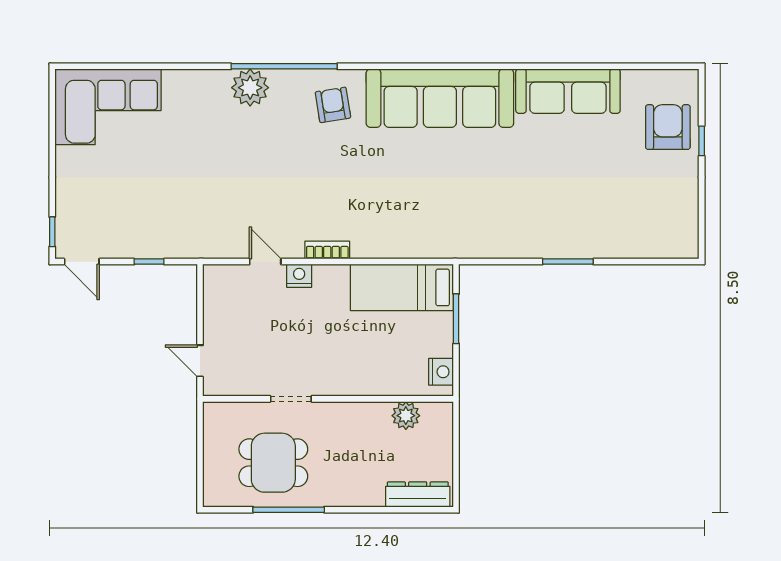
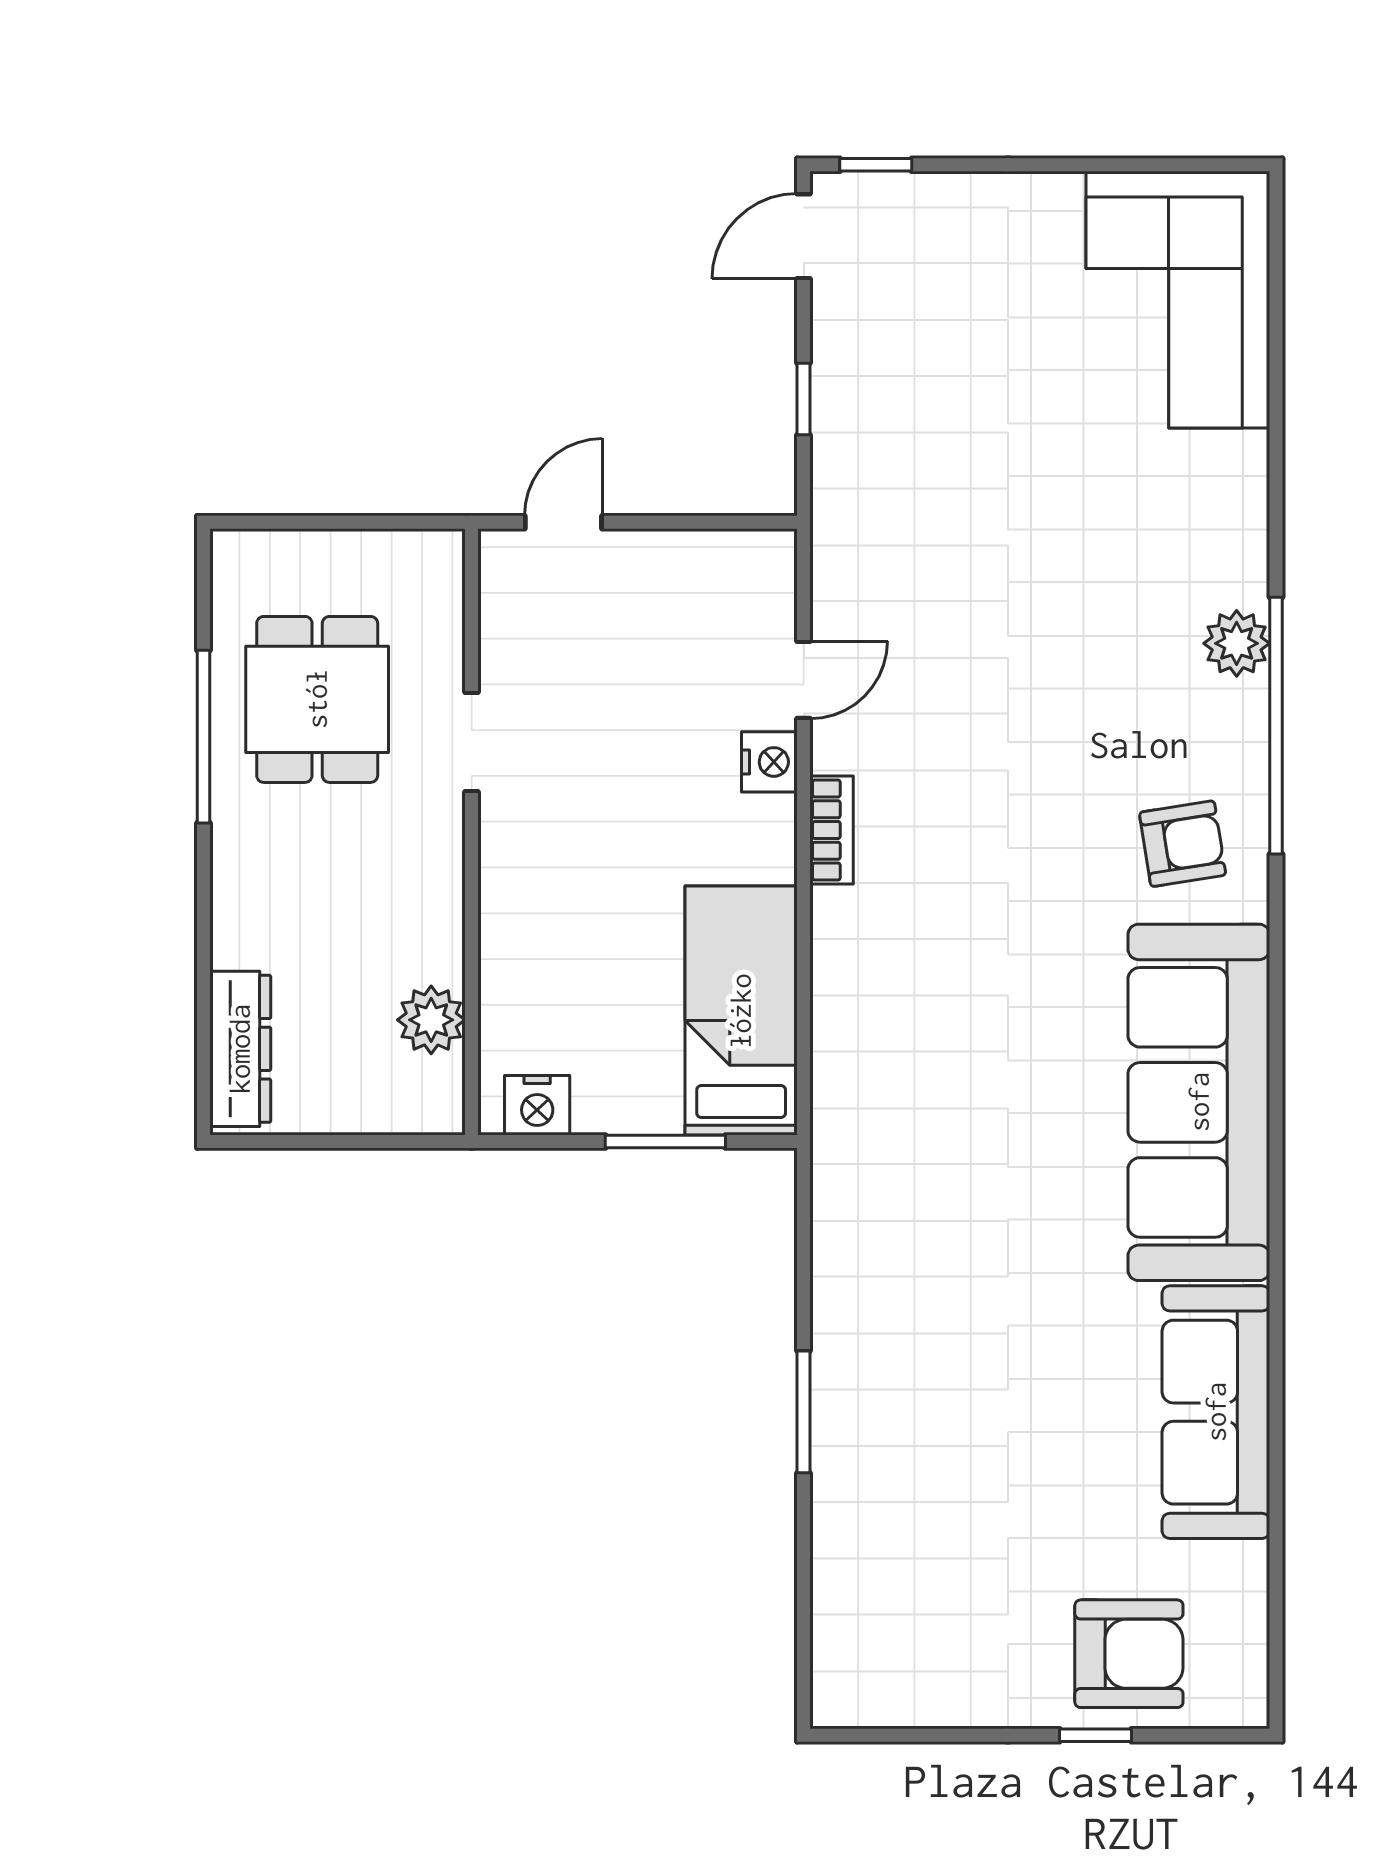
plant: (250, 88) -> (1237, 643), width x0.73, depth x0.73

